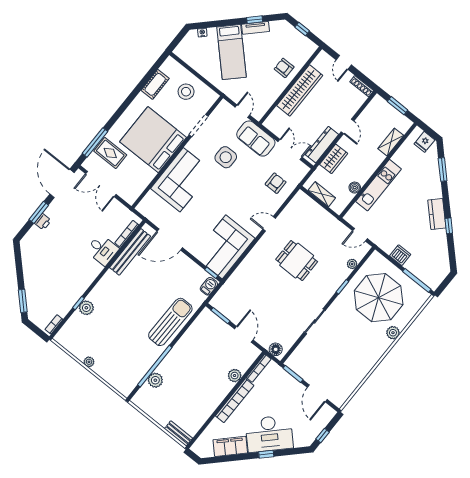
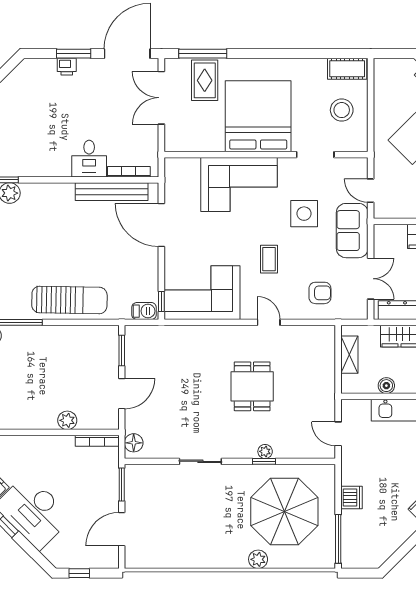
cot: (155, 84) -> (347, 69), moved
door: (242, 111) -> (371, 191), swing flipped
coffee table: (235, 196) -> (269, 259), added
plant: (352, 264) -> (265, 451), moved
bookcase: (235, 401) -> (39, 443), removed

